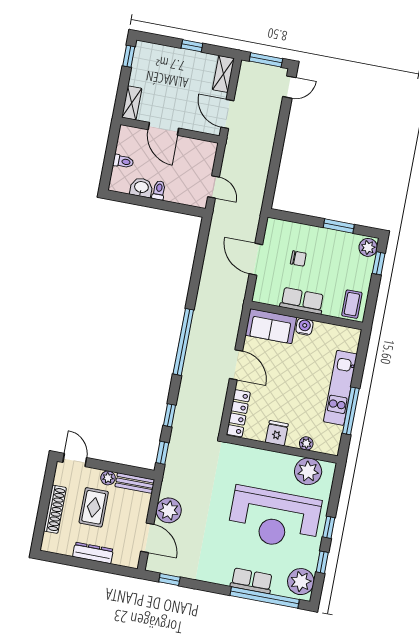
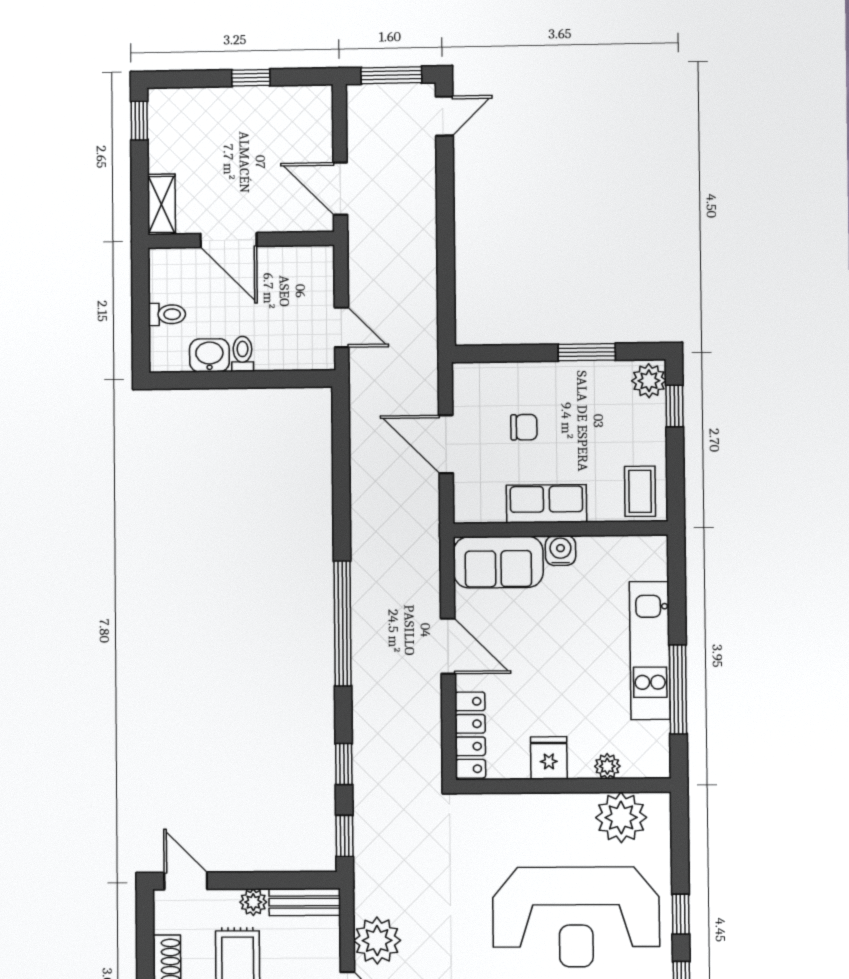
shelving: (223, 74) -> (318, 117), removed

